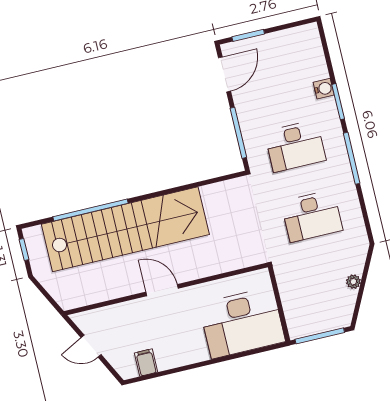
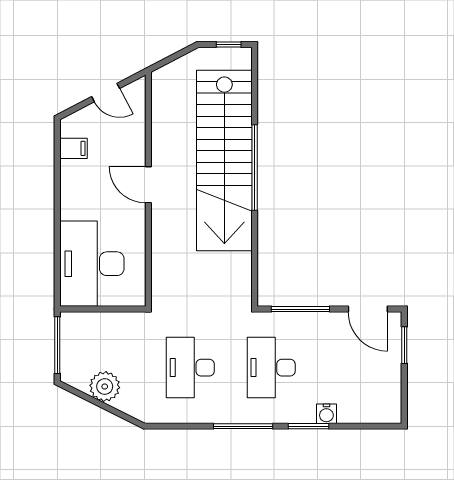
window: (91, 210) -> (255, 168), moved
plant: (353, 282) -> (105, 387), width x1.88, depth x1.88
door: (162, 290) -> (148, 185), swing flipped
door: (91, 346) -> (106, 93), swing flipped

